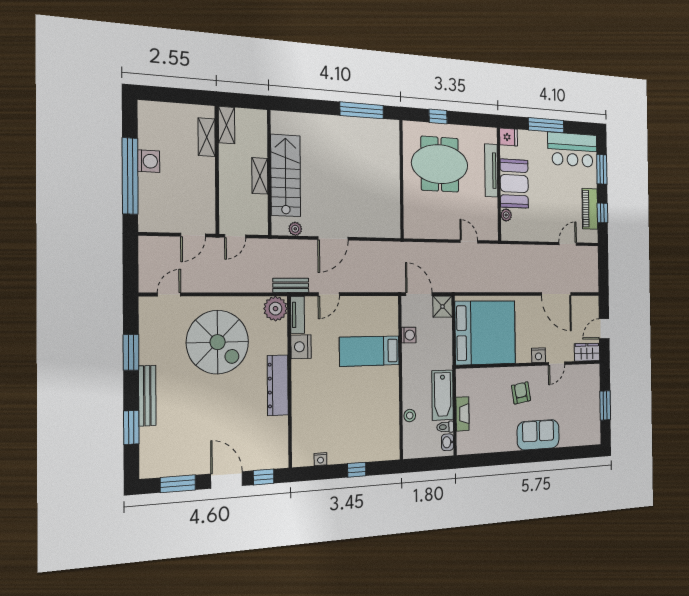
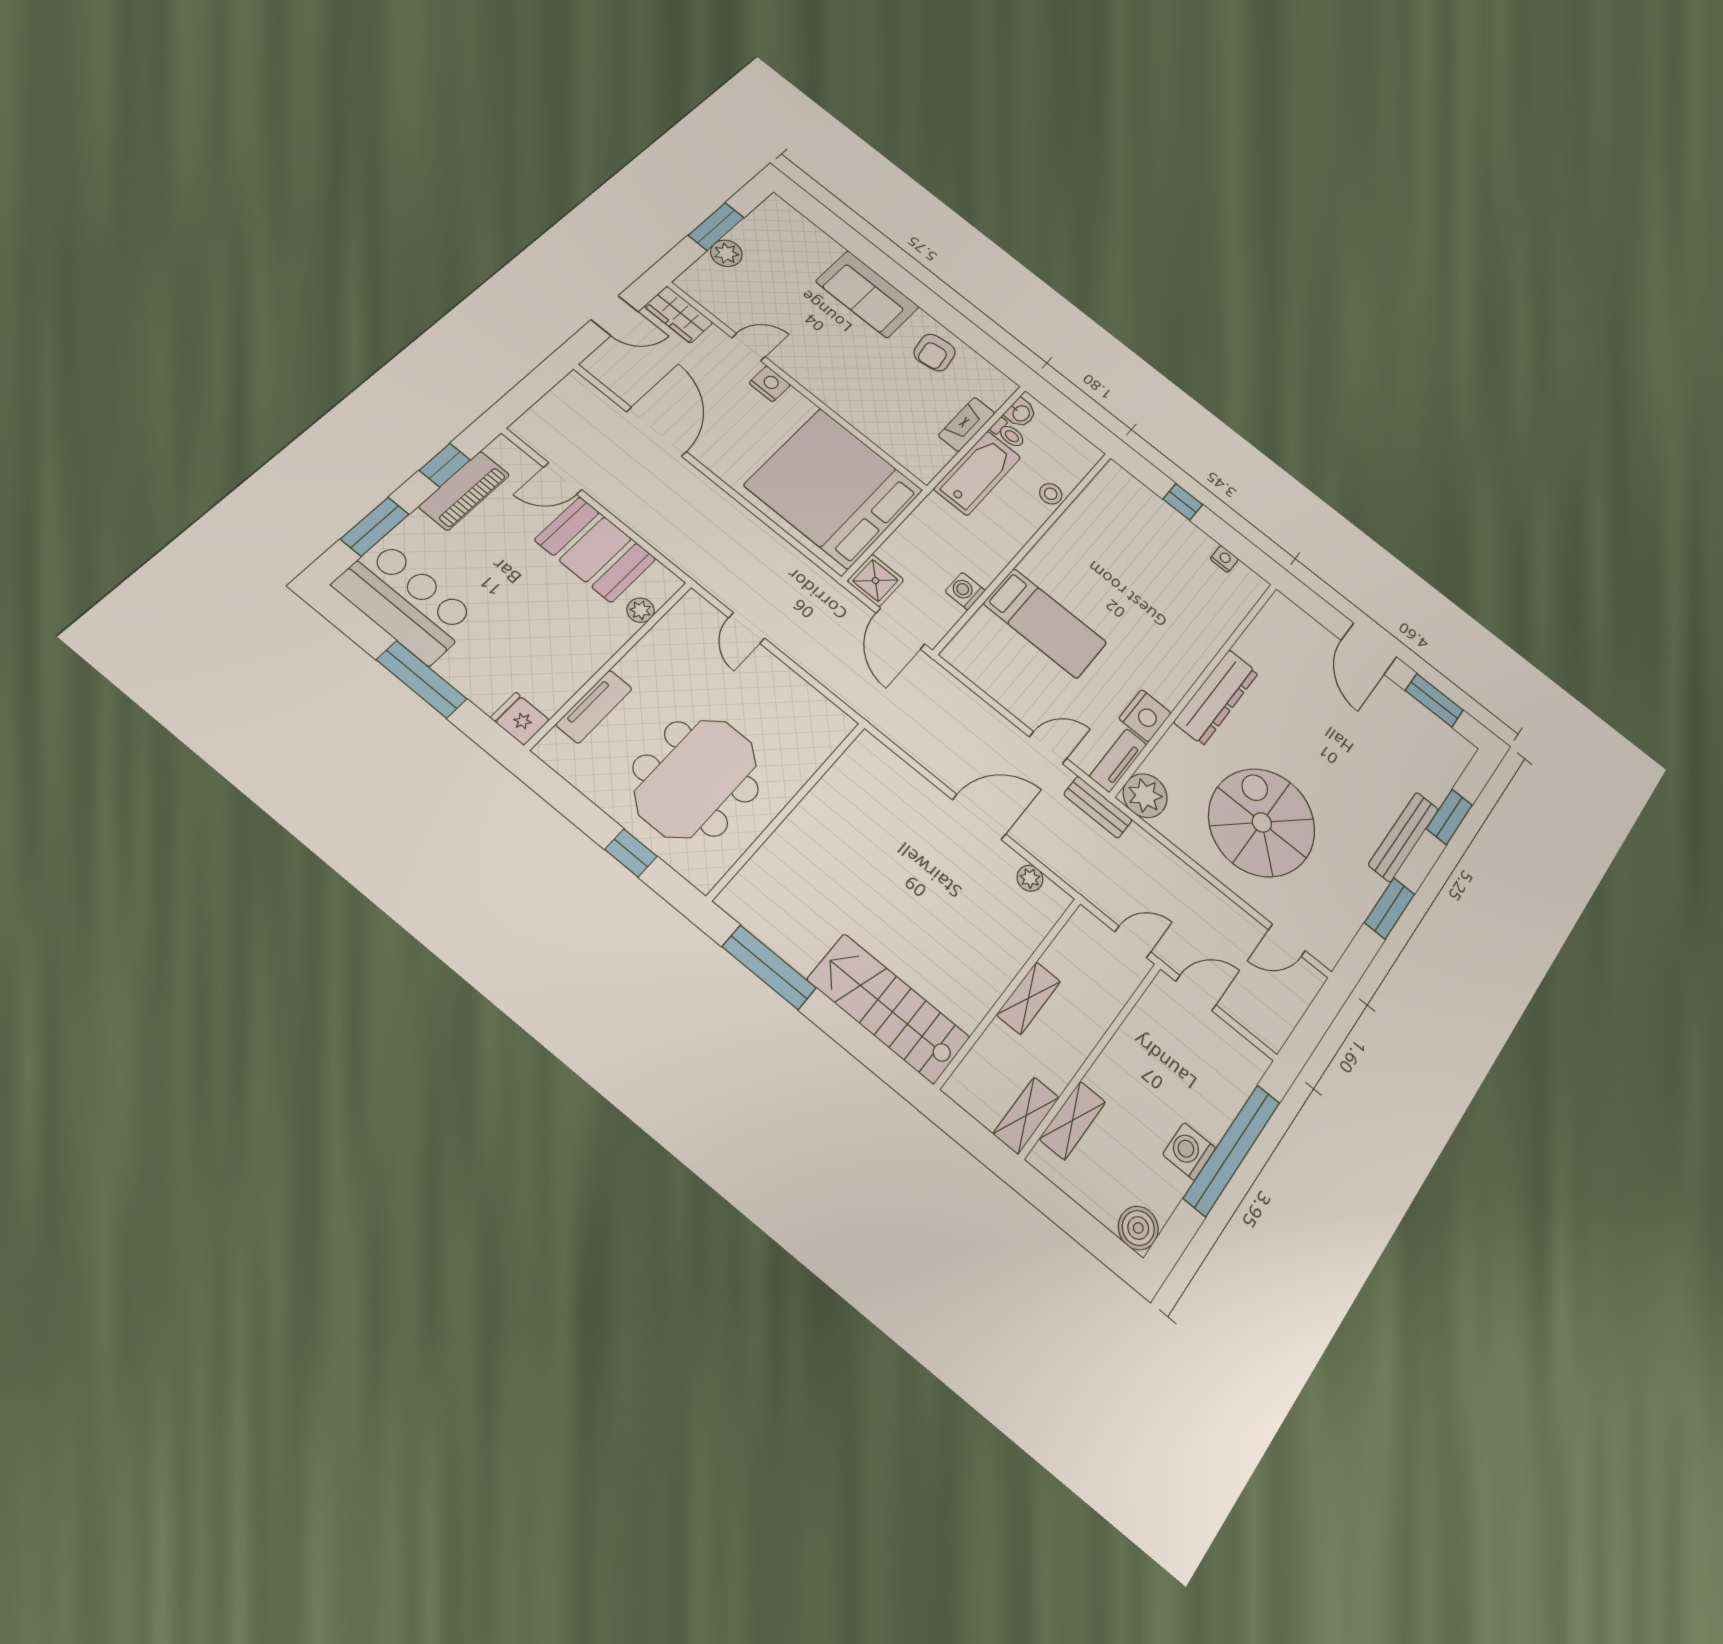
boiler: (148, 111) -> (1138, 1228), added
meeting table: (440, 164) -> (696, 778), turned 90
tv unit: (491, 170) -> (594, 707), width x0.71
stairs: (286, 175) -> (888, 1008), moved, turned 90
booth: (514, 184) -> (595, 549), moved, turned 90
armchair: (521, 393) -> (935, 353), moved
plant: (594, 397) -> (726, 253), added
window: (264, 477) -> (1318, 608), removed

